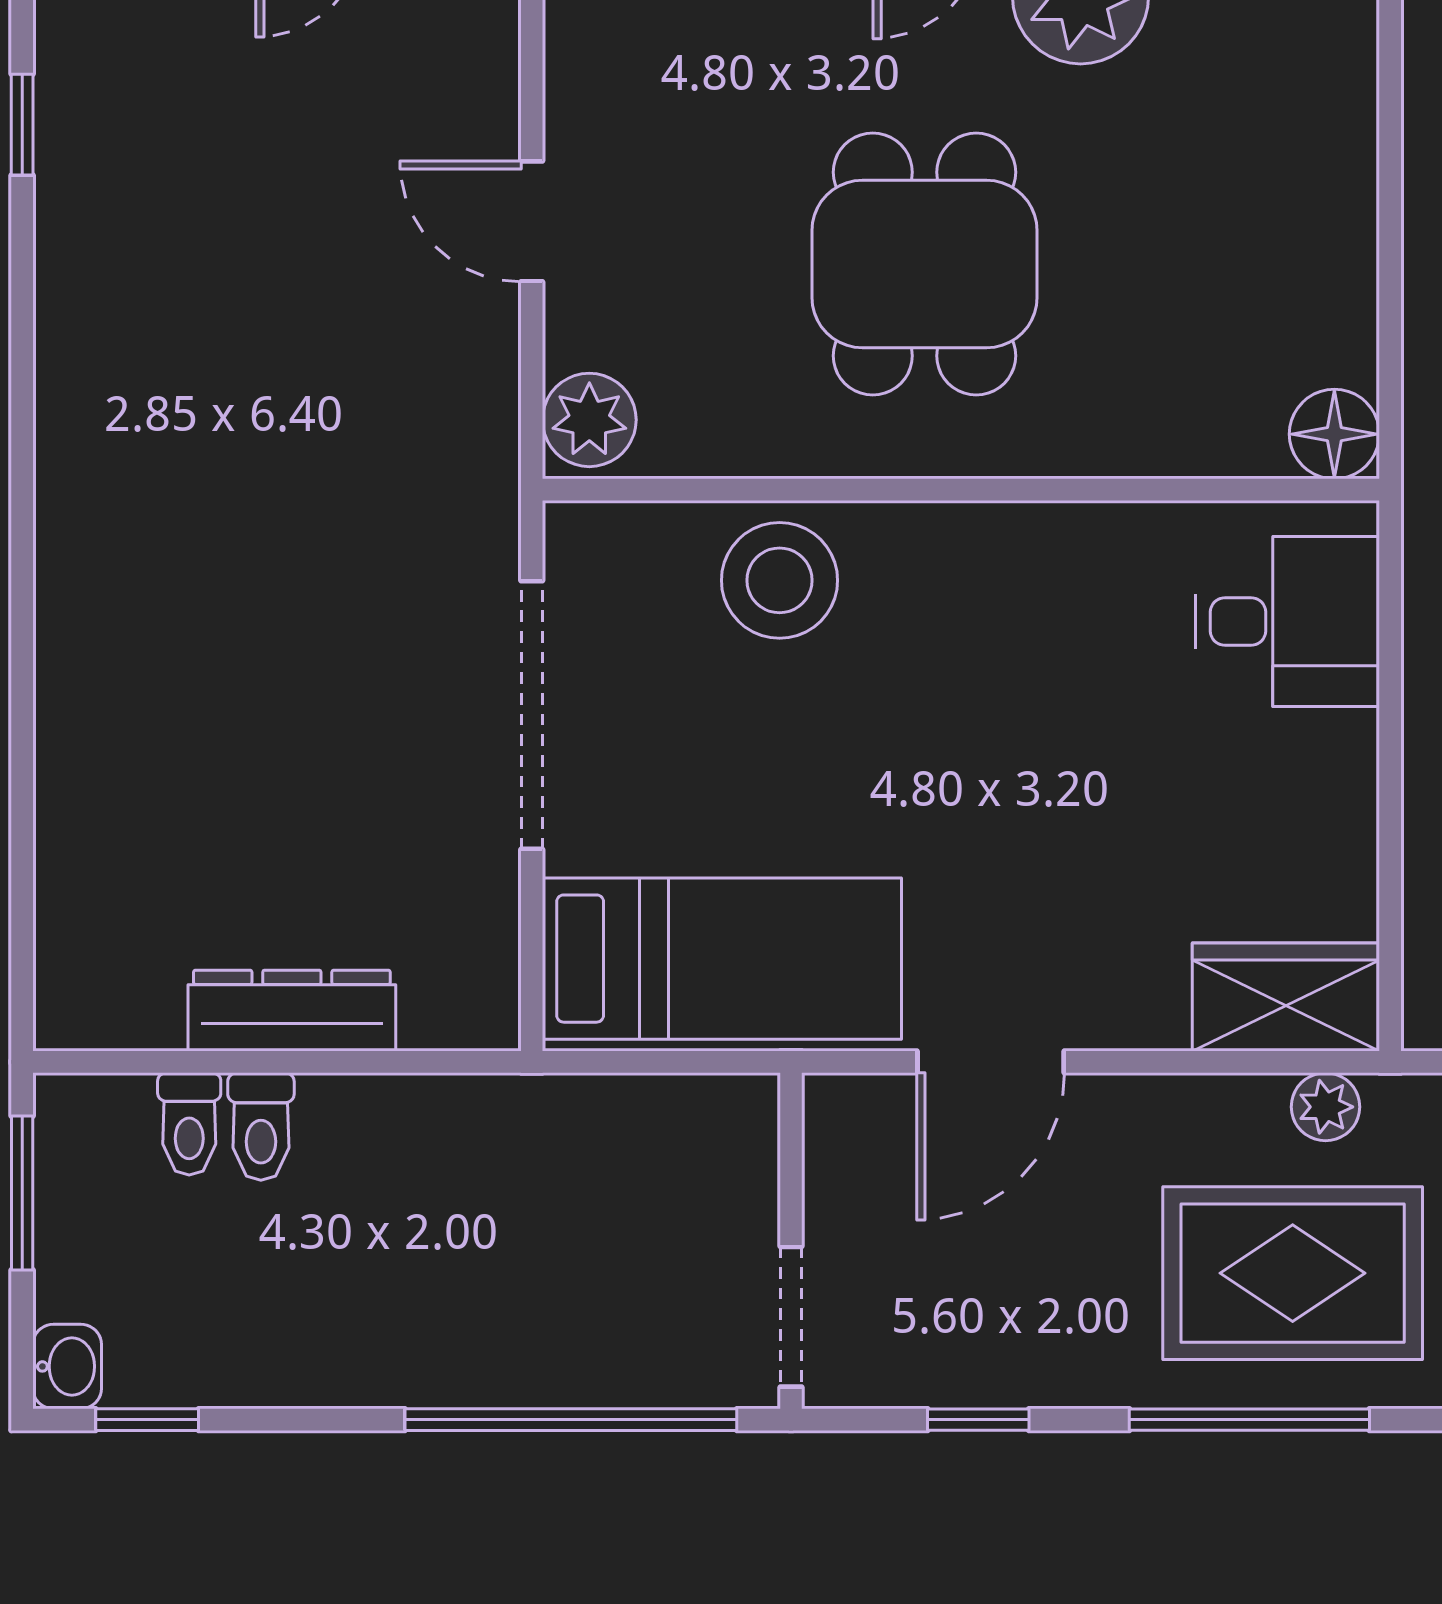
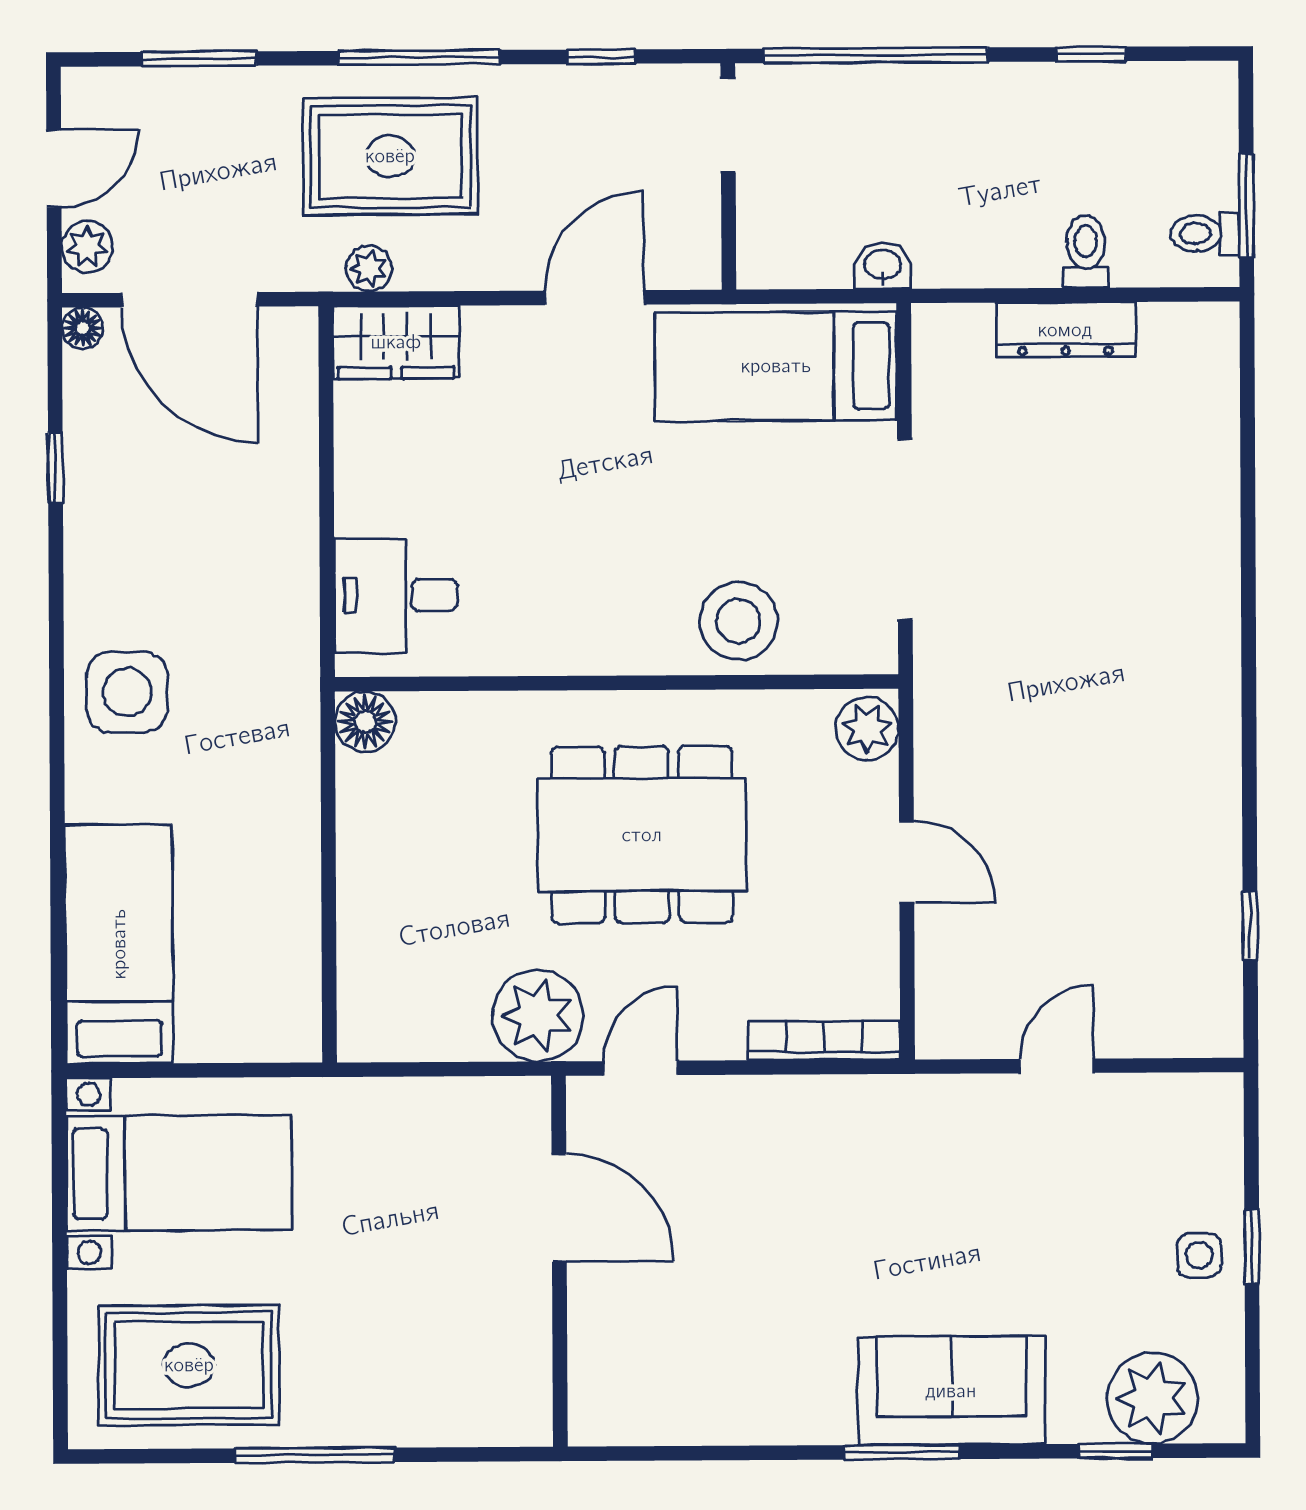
dining table: (924, 264) -> (642, 835), width x1.38
toilet: (189, 1124) -> (1205, 233), moved, turned -90
washbasin: (67, 1366) -> (882, 266), moved, turned 90
window: (147, 1420) -> (1091, 54), moved

